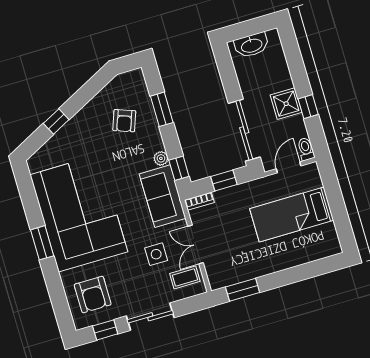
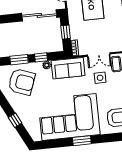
armchair: (124, 121) -> (22, 82), width x1.88, depth x1.88
window: (179, 168) -> (41, 57), moved

